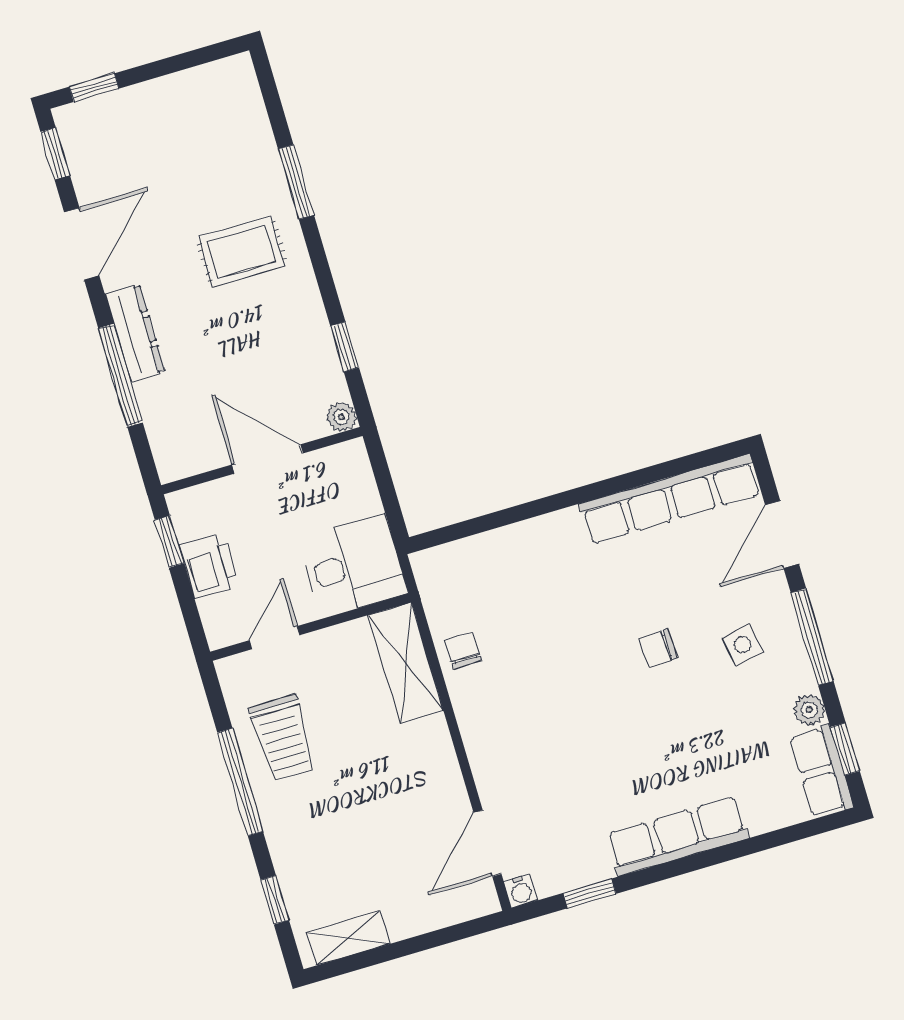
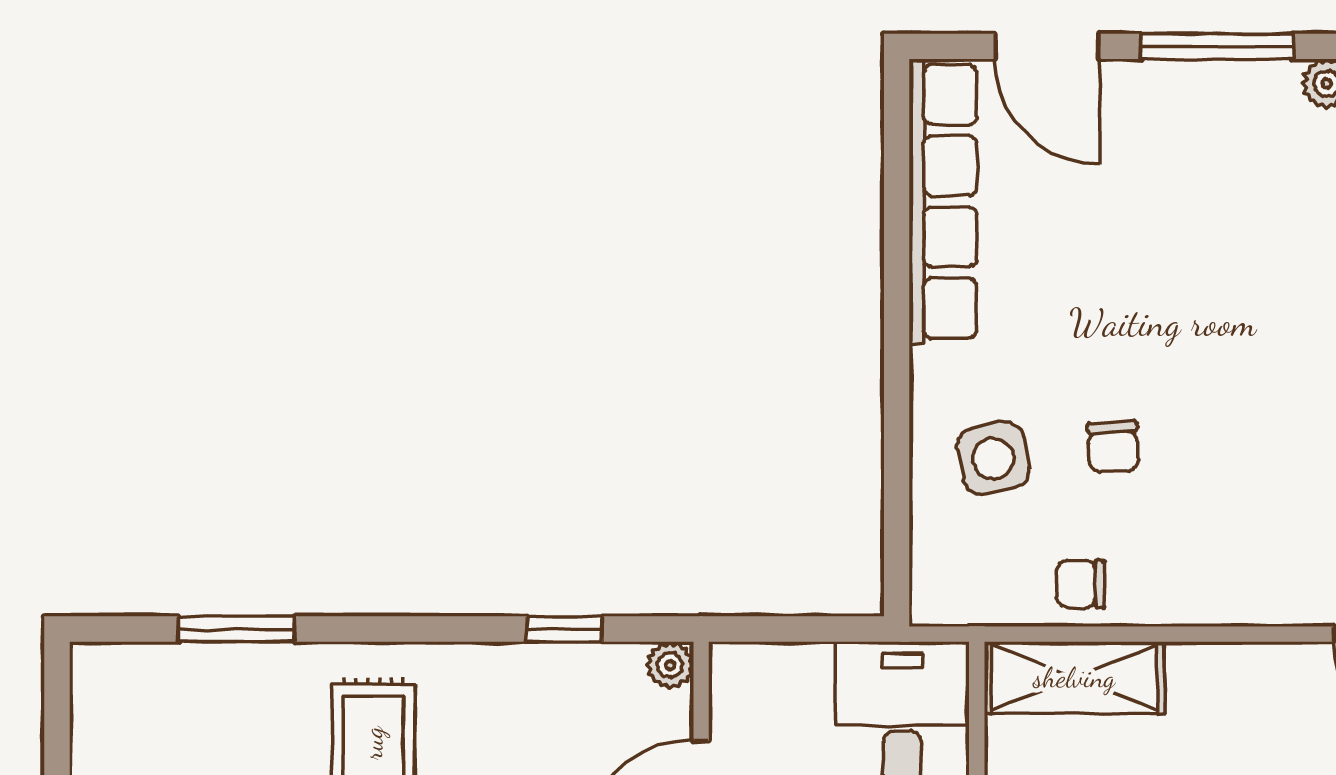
window: (296, 182) -> (236, 629), moved
side table: (743, 645) -> (993, 458), moved, width x1.37, depth x1.37
chair: (658, 648) -> (1113, 447), moved

